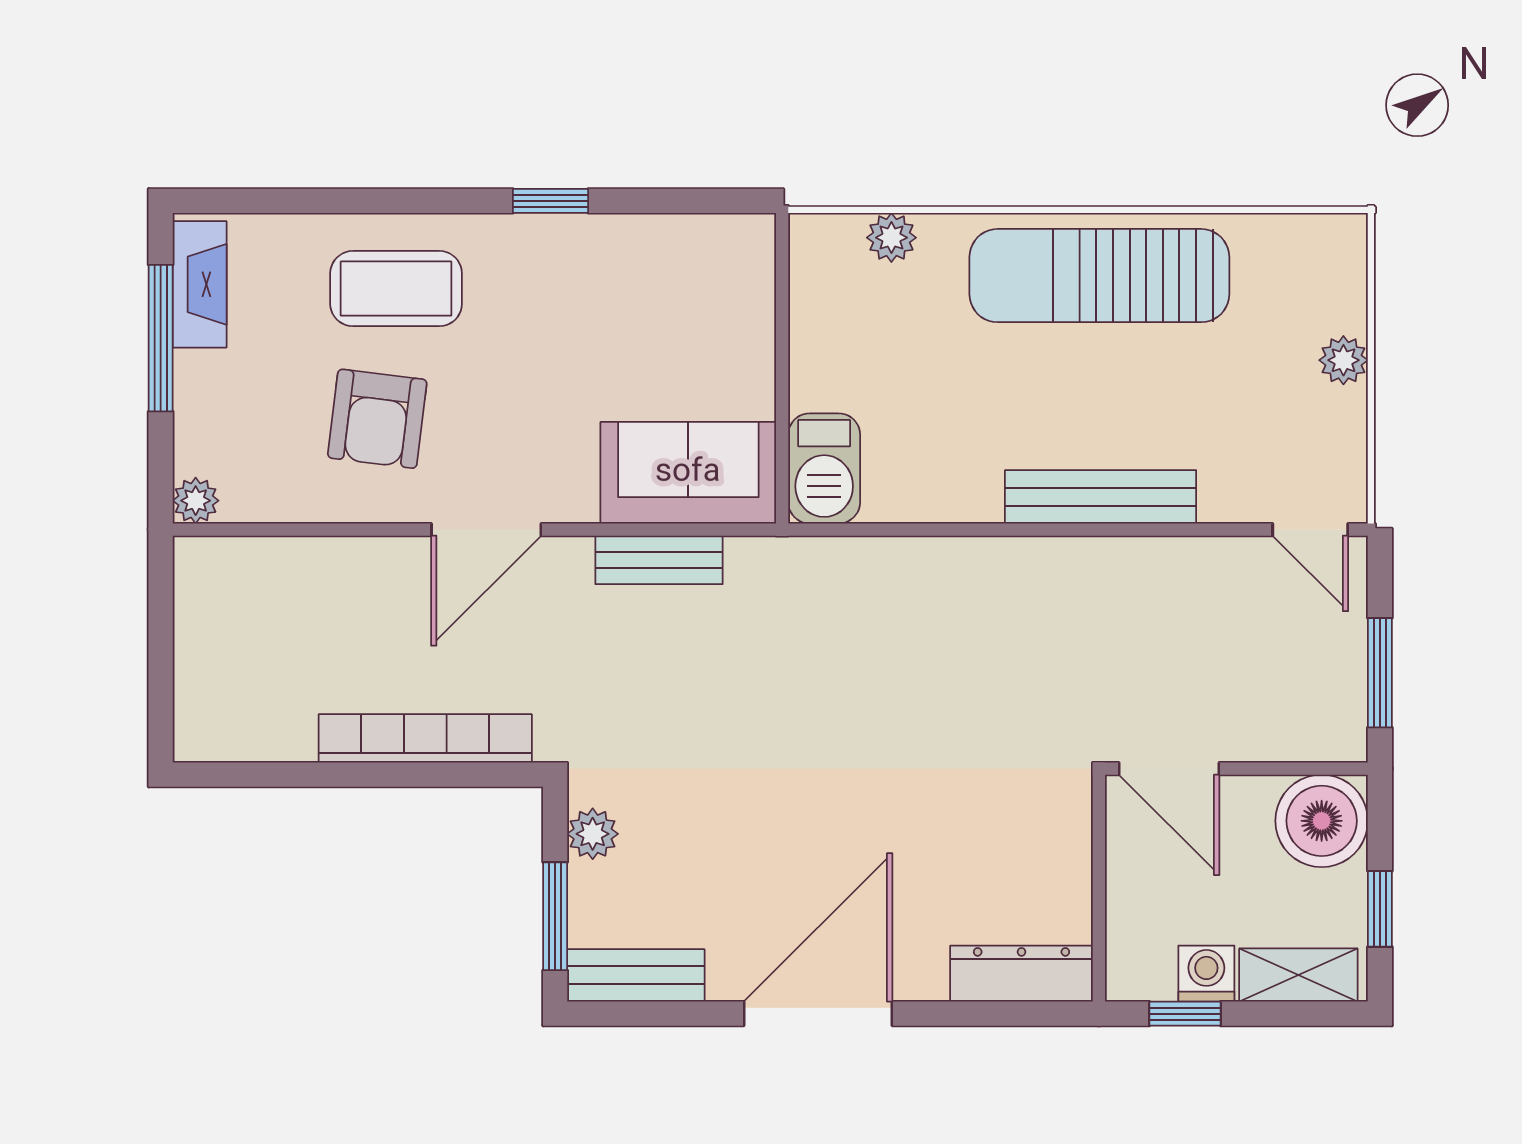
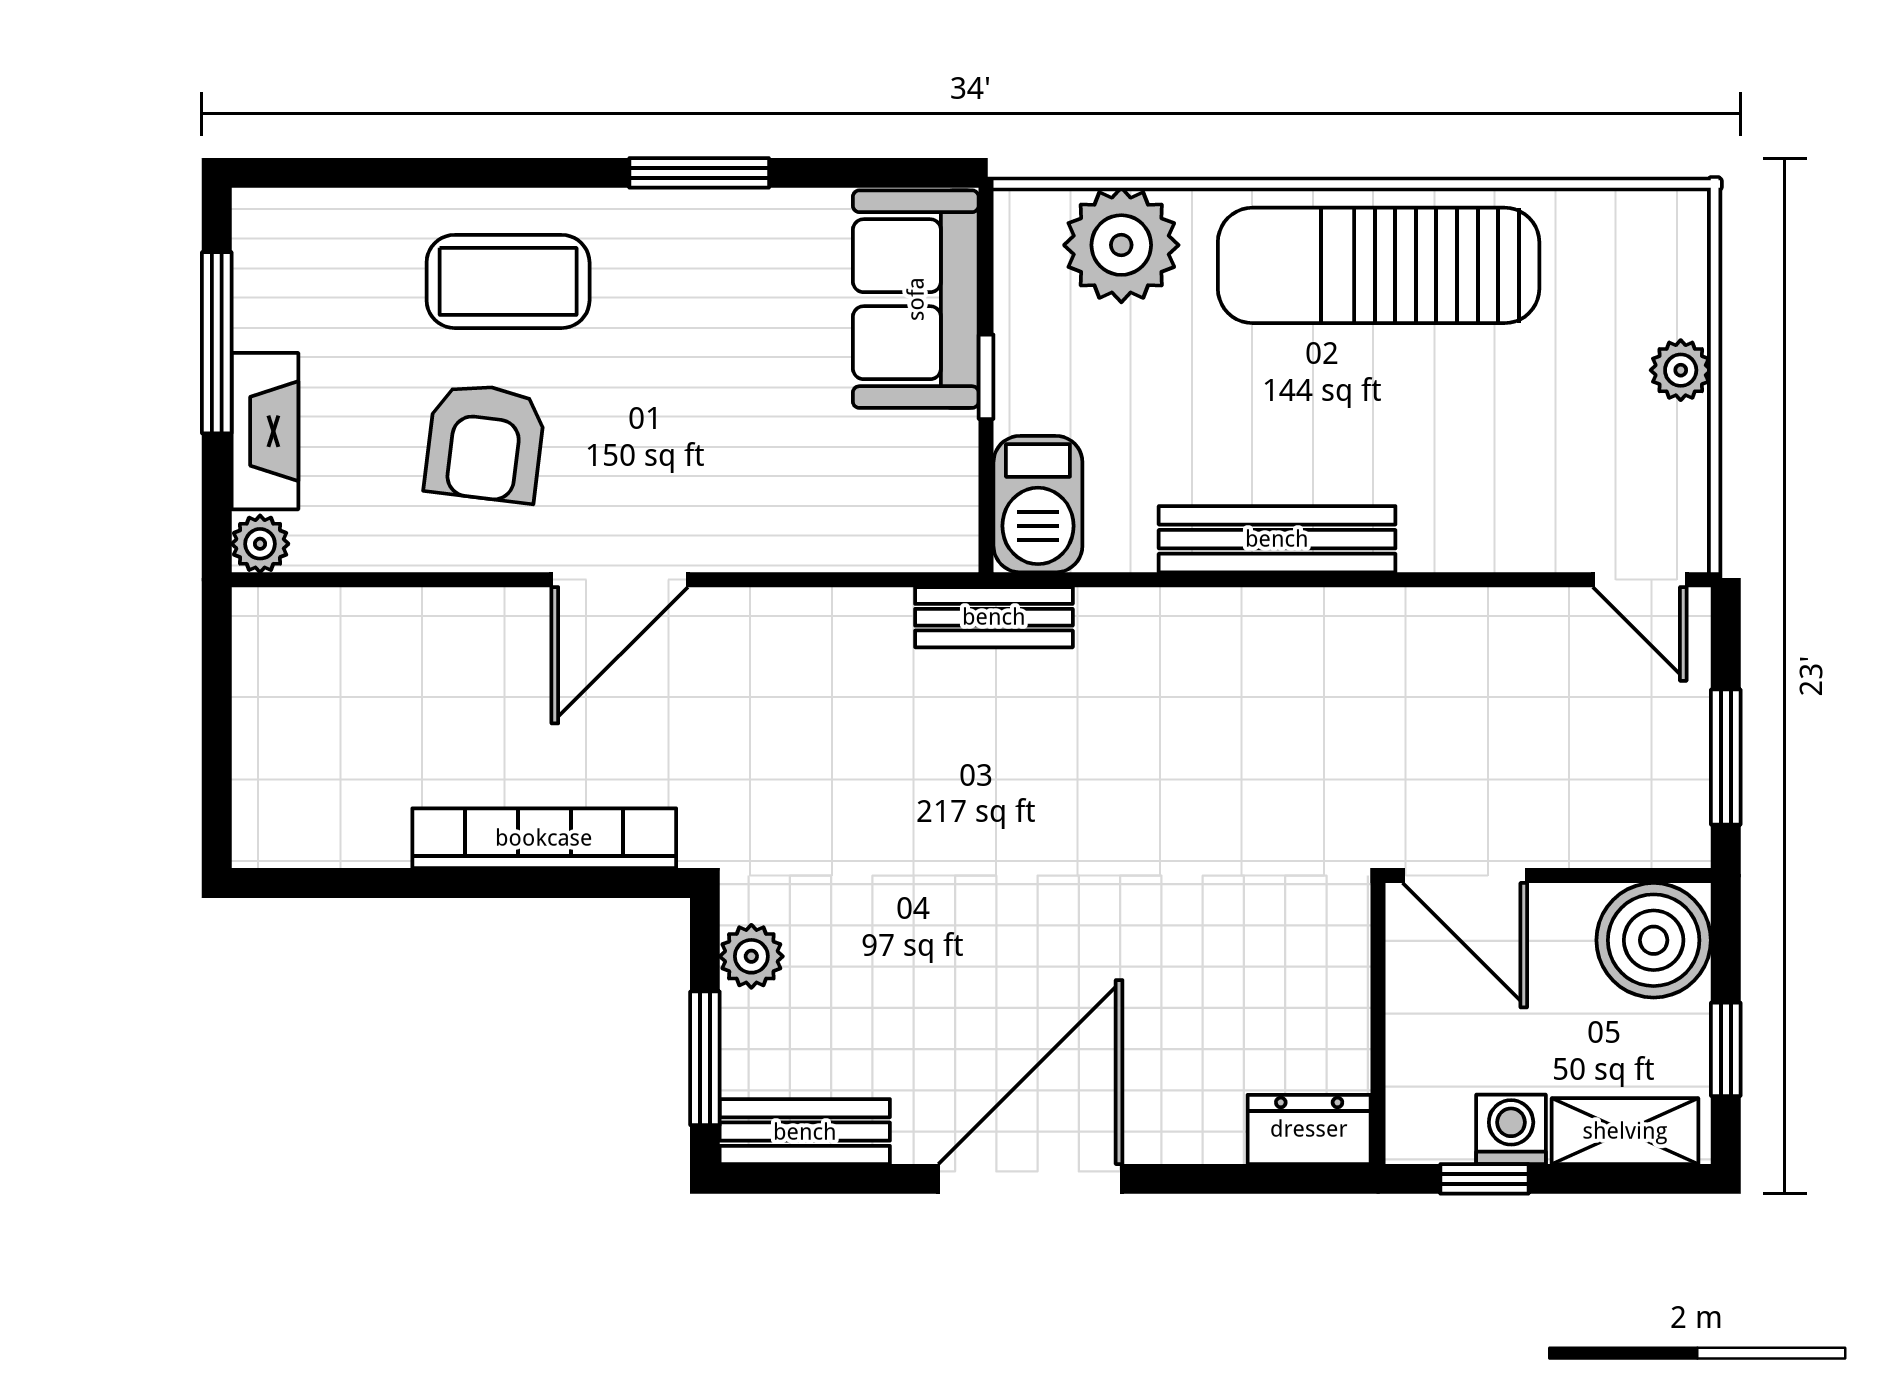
window: (550, 201) -> (699, 173), width x1.50
plant: (891, 238) -> (1121, 245), width x1.87, depth x1.87
fireplace: (200, 284) -> (265, 431), moved
window: (782, 366) -> (986, 377), added
sofa: (688, 473) -> (916, 299), moved, turned -90
bench: (1101, 497) -> (1277, 539), moved
bench: (659, 560) -> (994, 617), moved
dresser: (1021, 974) -> (1309, 1129), width x0.70

